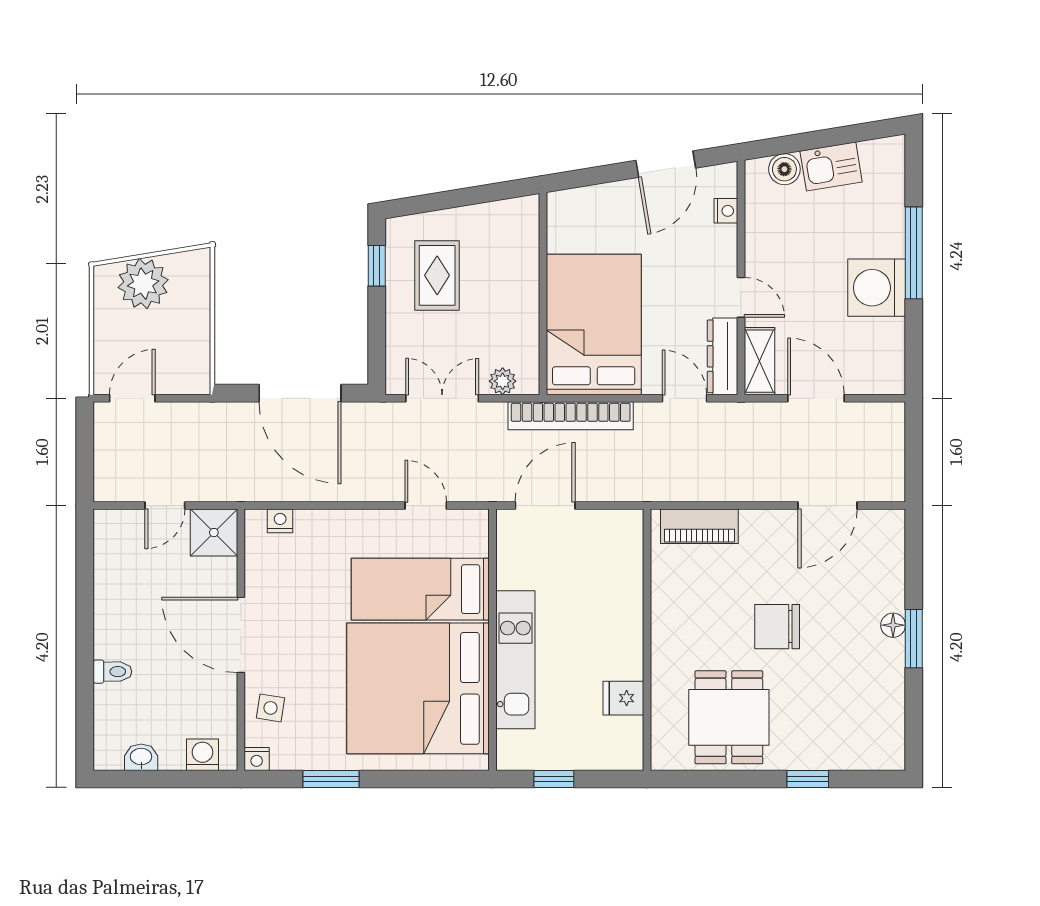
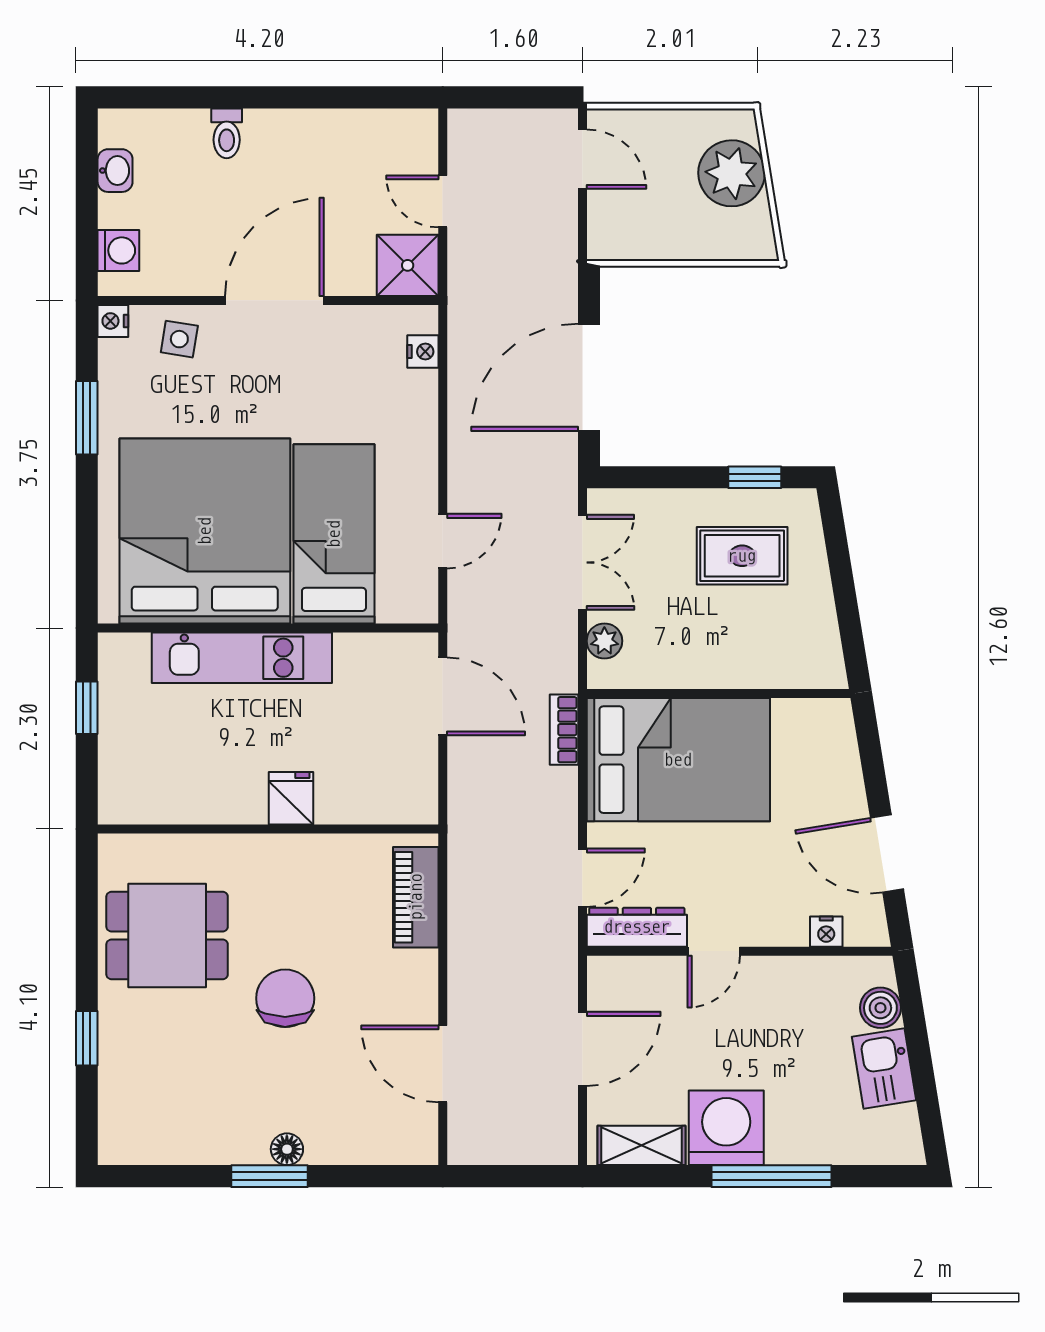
shelving: (759, 361) -> (641, 1145), moved
bookcase: (571, 416) -> (564, 730), width x0.43, depth x0.76
fridge: (623, 698) -> (291, 798), moved

